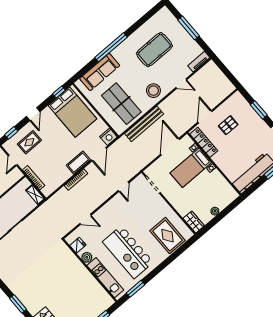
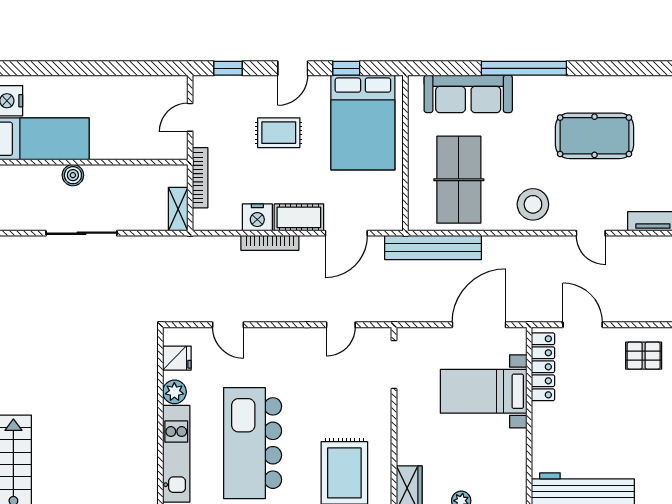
window: (59, 92) -> (346, 68), moved
door: (205, 117) -> (583, 325), hinge flipped
bench: (144, 124) -> (433, 247), moved
pallet: (228, 125) -> (644, 356), moved
nightstand: (108, 137) -> (257, 217), moved
rug: (29, 142) -> (279, 133), moved

